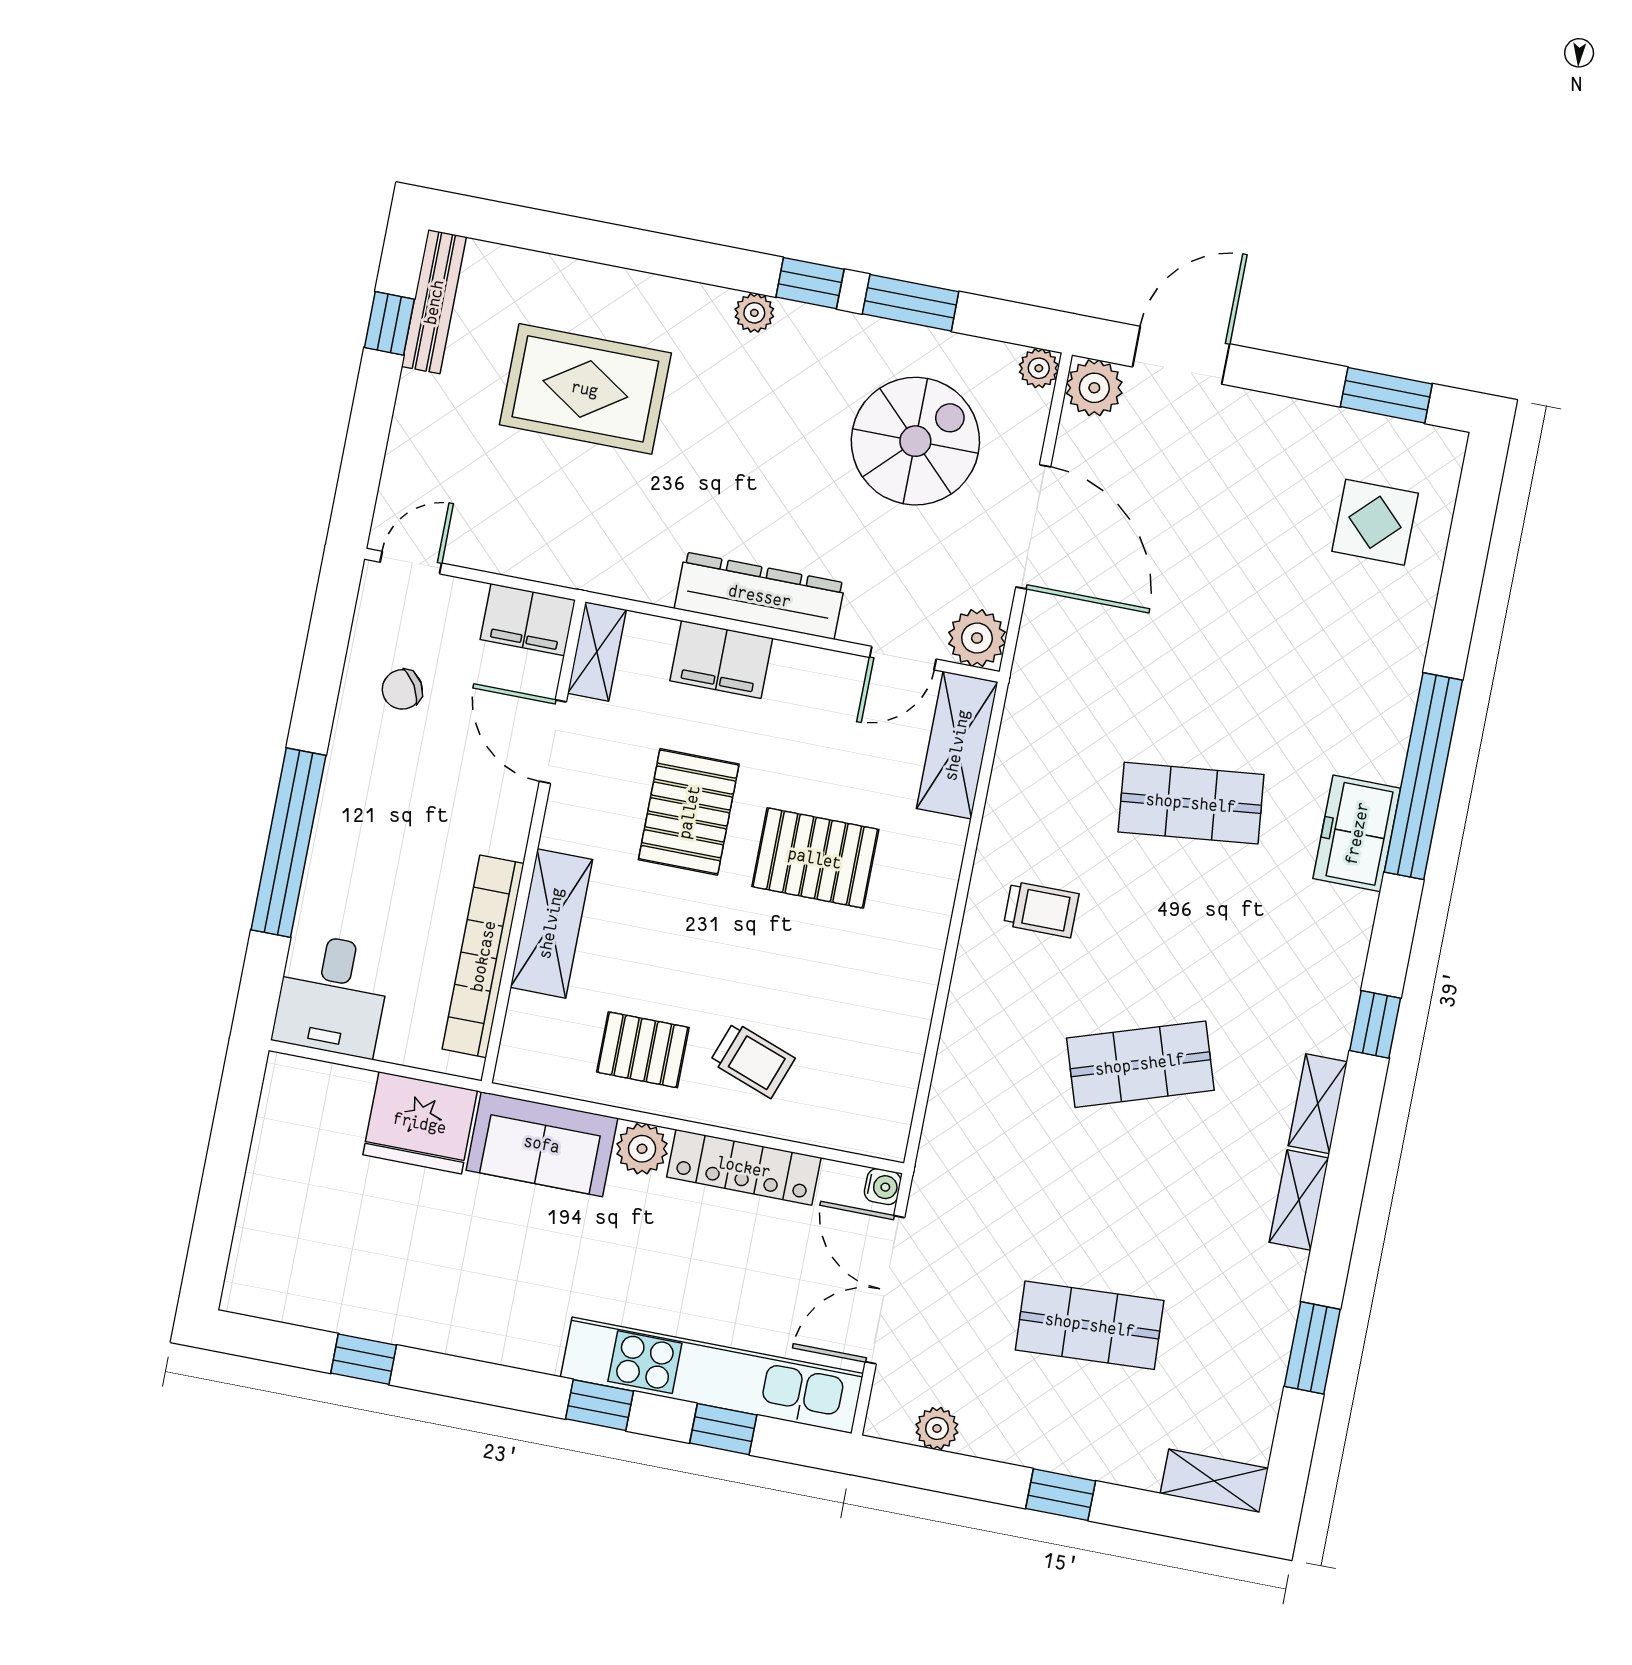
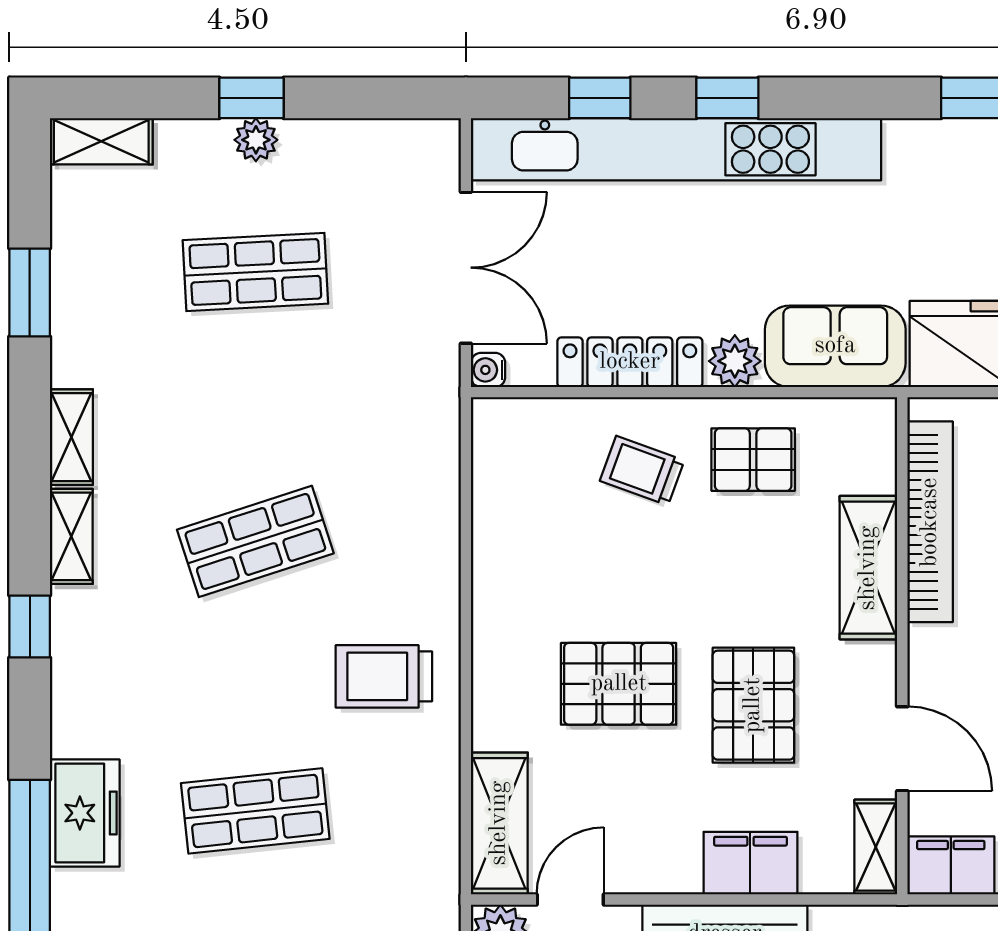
trolley: (1041, 909) -> (384, 676), width x1.36, depth x1.39
kitchen unit: (712, 1375) -> (676, 149), width x1.36
plant: (937, 1428) -> (256, 140), moved

